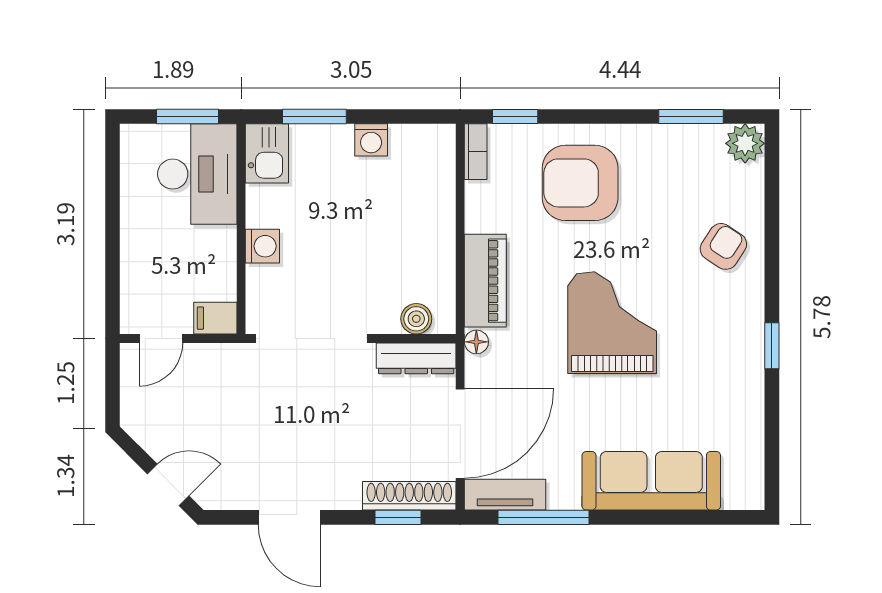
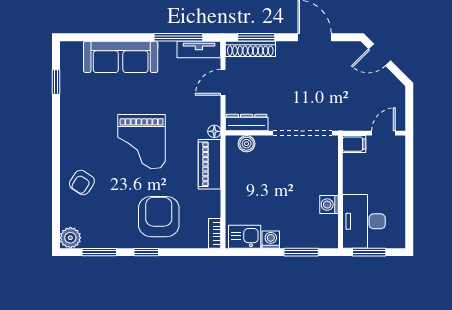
window: (515, 117) -> (146, 252), moved
kitchen sink: (267, 153) -> (245, 237), moved, turned 90
armchair: (580, 183) -> (159, 217), turned -90
washing machine: (262, 246) -> (329, 205), moved
window: (772, 346) -> (56, 82), moved
door: (460, 433) -> (223, 82), width x0.53
window: (398, 517) -> (256, 37), width x1.50

